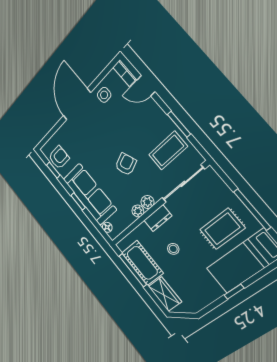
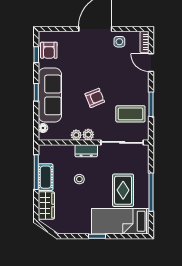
armchair: (59, 157) -> (49, 50), turned 90
rug: (222, 229) -> (123, 190), turned 90
cot: (142, 263) -> (46, 177), width x0.73, depth x0.75

